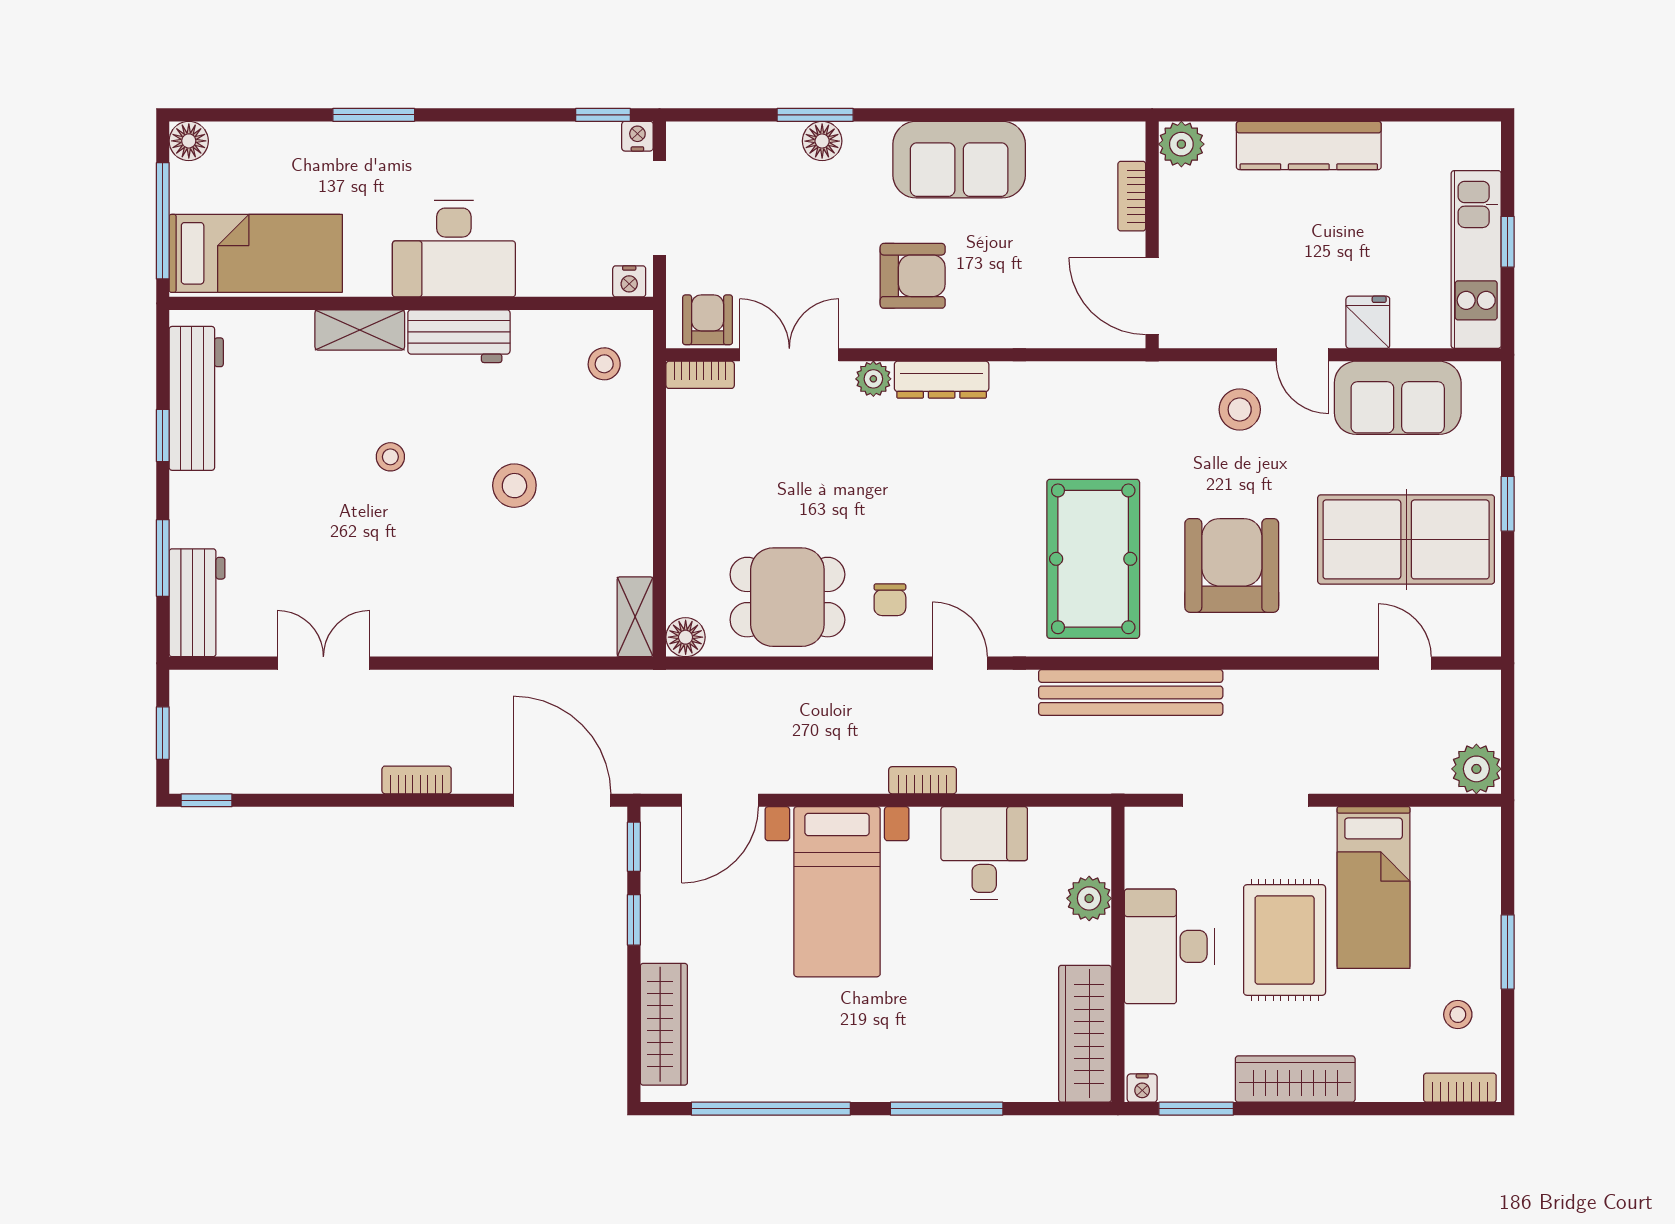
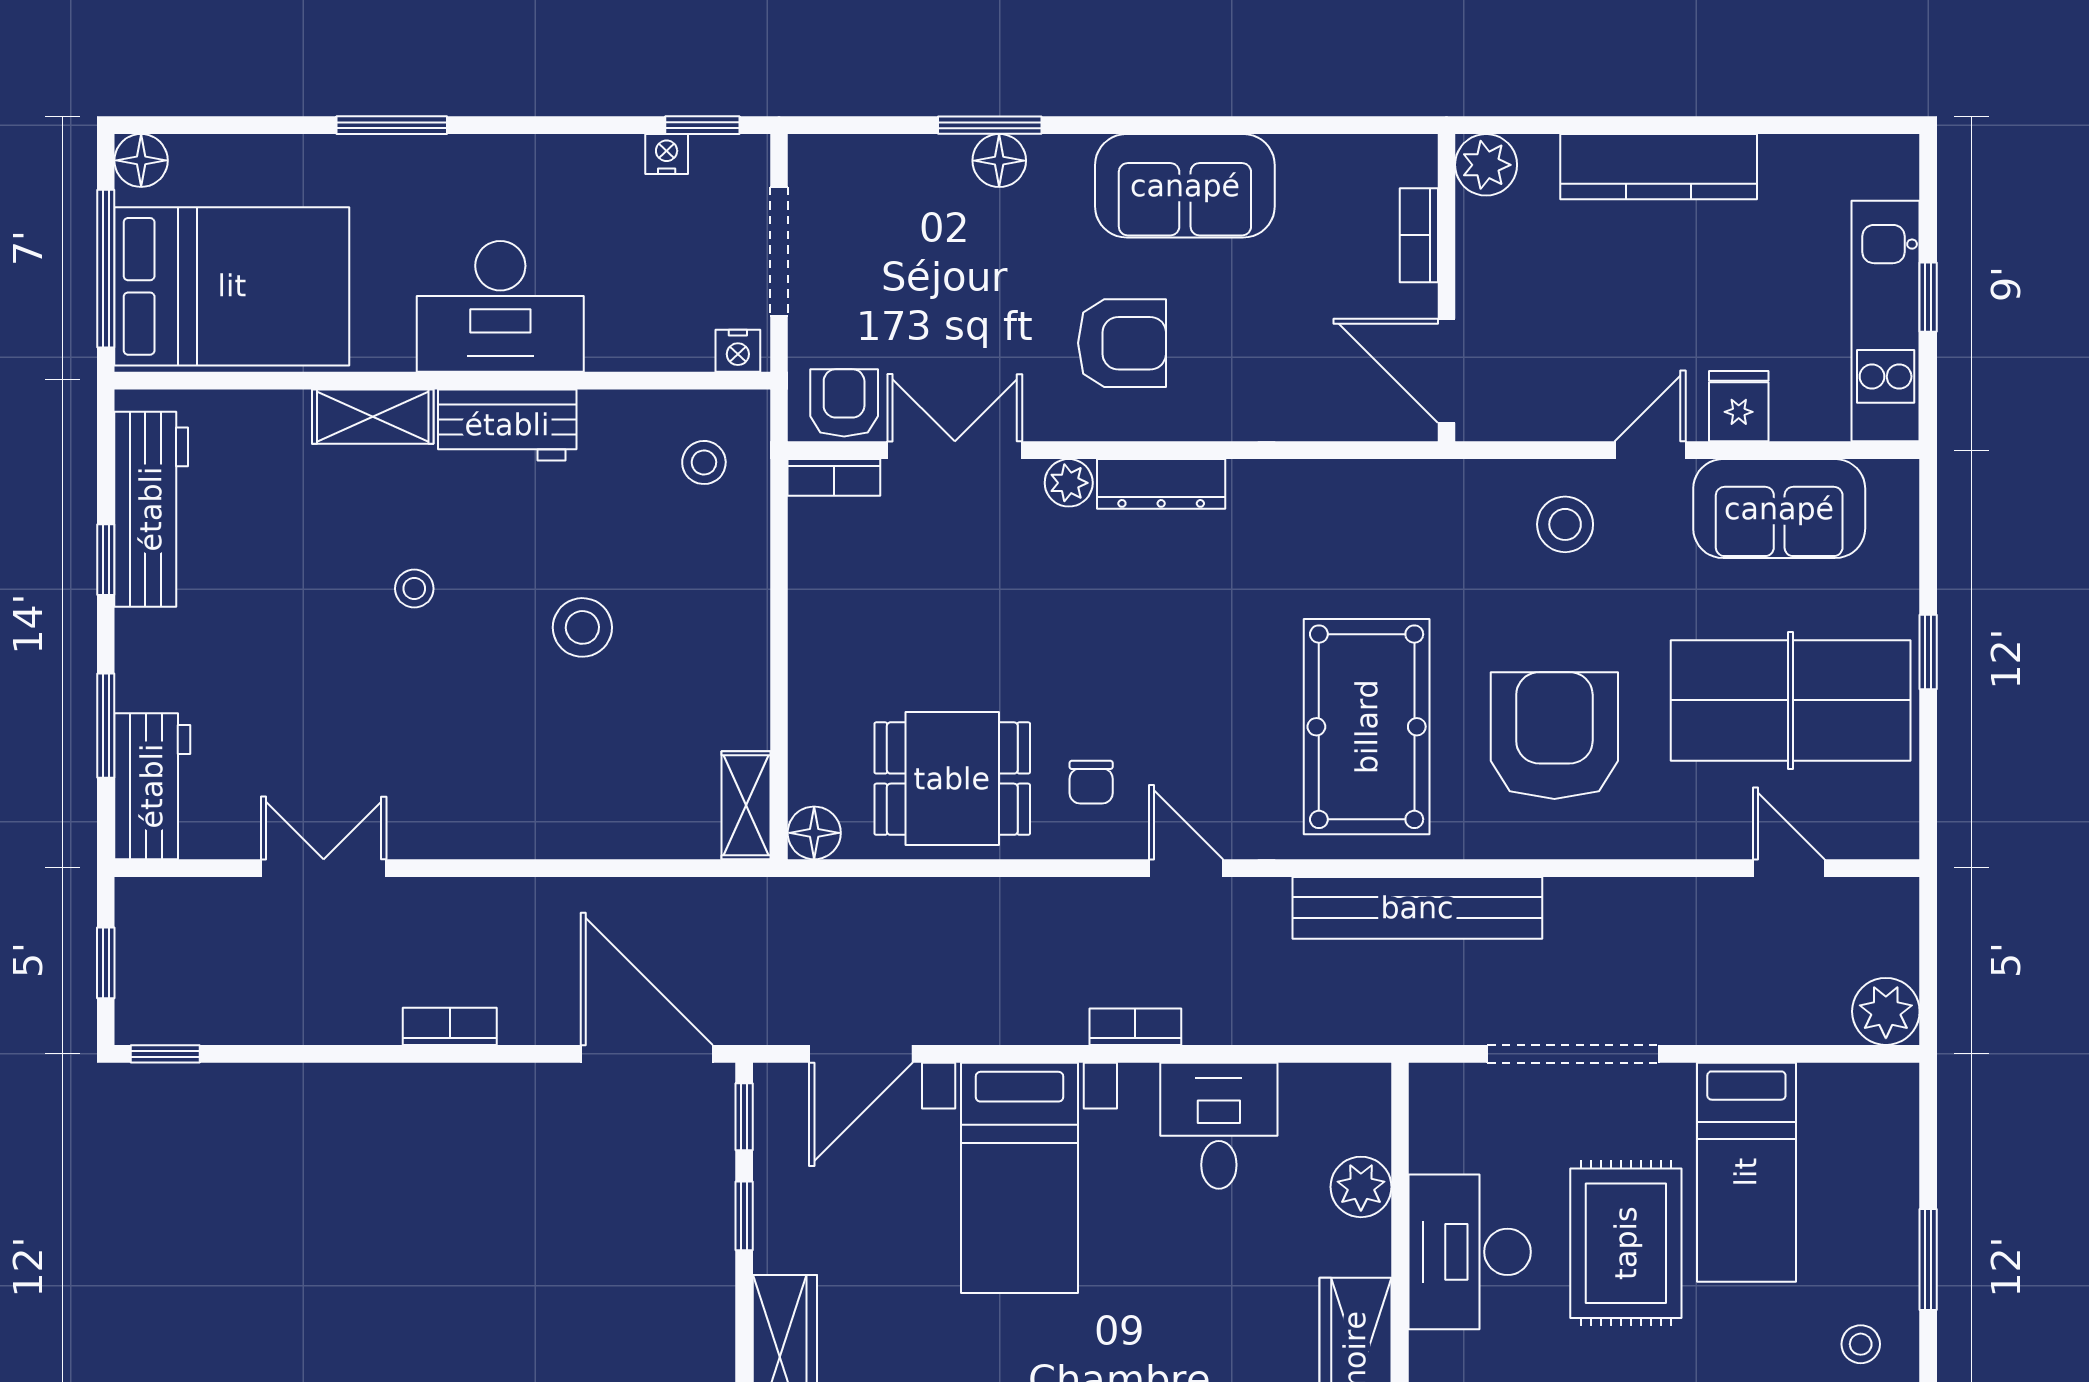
nightstand: (637, 136) -> (667, 154), moved
bed: (256, 253) -> (232, 286), width x1.50
door: (1302, 355) -> (1650, 450), swing flipped

